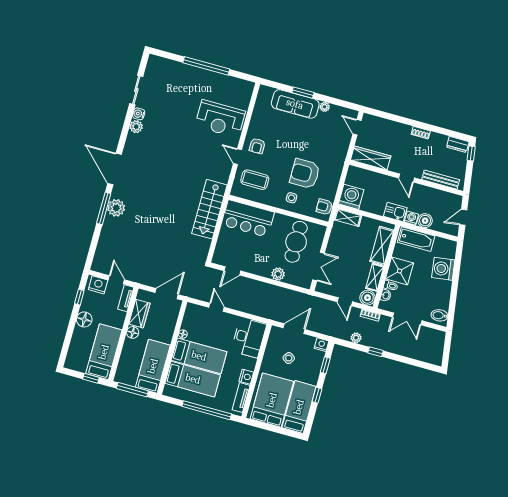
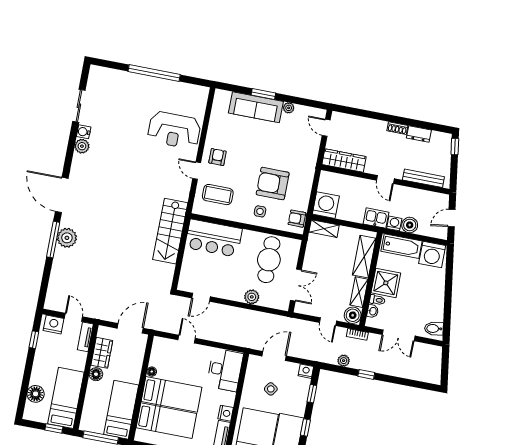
dresser: (458, 144) -> (419, 134), moved
armchair: (257, 146) -> (217, 157), turned 180
washing machine: (443, 269) -> (432, 255), moved, turned -82
floor lamp: (84, 319) -> (36, 394), moved

